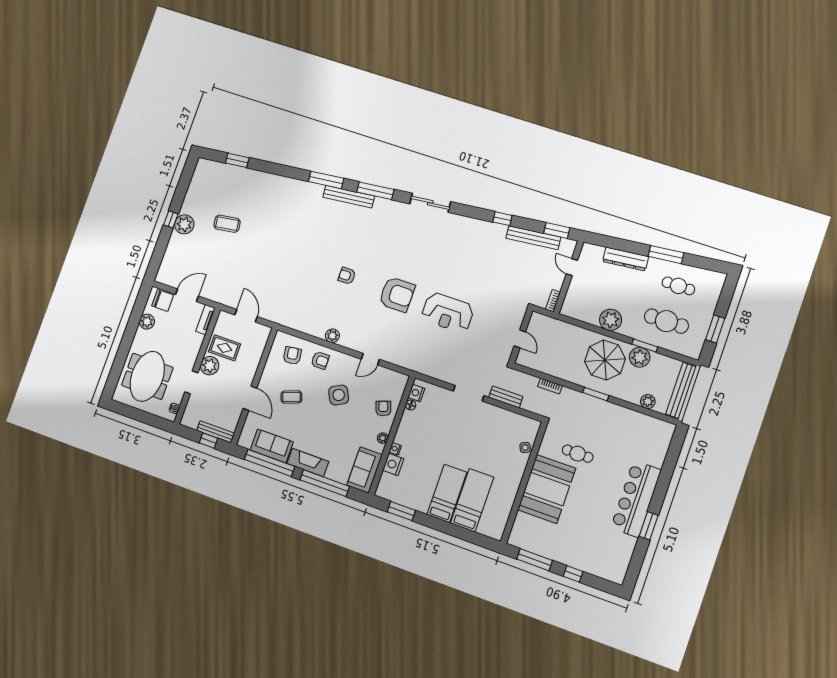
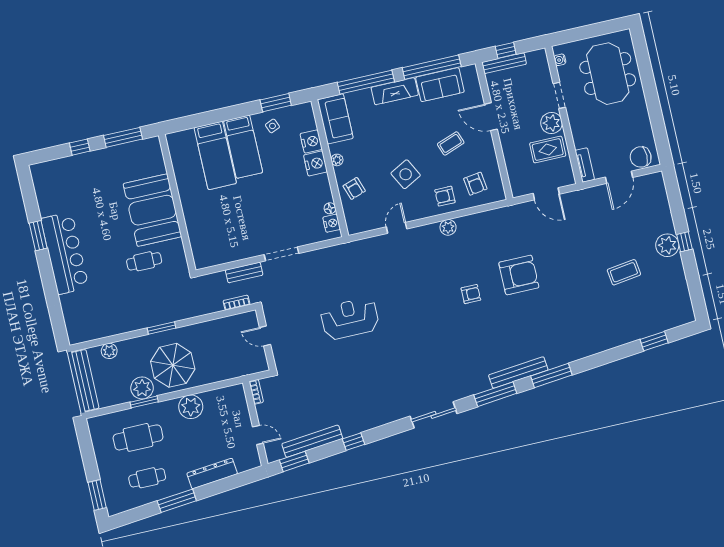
armchair: (397, 294) -> (519, 275), moved, turned 180
plant: (147, 322) -> (643, 127), removed
window: (715, 329) -> (97, 495), moved
bookcase: (550, 386) -> (236, 303), moved
side table: (525, 447) -> (272, 126), moved
nightstand: (395, 449) -> (315, 163), width x1.89, depth x1.79

